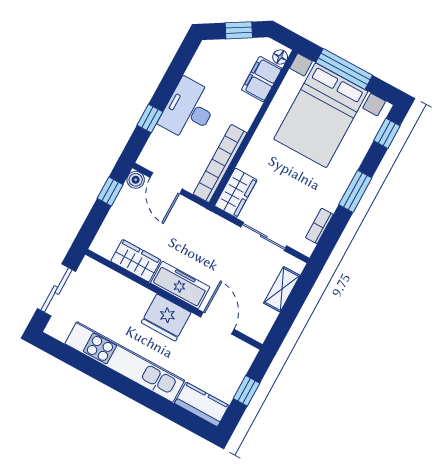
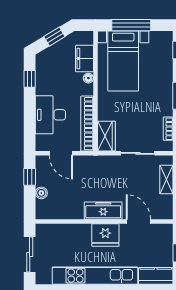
floor lamp: (280, 57) -> (88, 78), moved
desk: (189, 110) -> (50, 115), moved
bed with nightstands: (321, 115) -> (123, 61), width x0.73
window: (150, 118) -> (30, 79), moved
boiler: (136, 180) -> (41, 193), moved
wardrobe: (136, 261) -> (68, 210), removed

